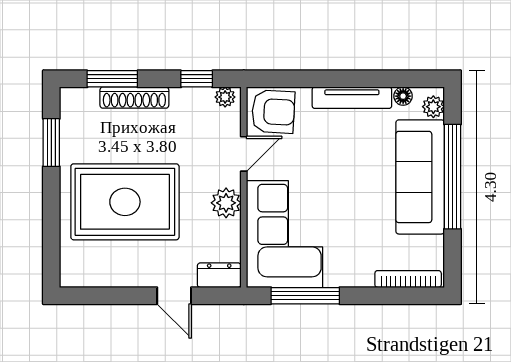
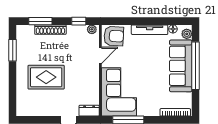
rug: (125, 202) -> (46, 77), width x0.73, depth x0.69
plant: (226, 203) -> (92, 78), removed

